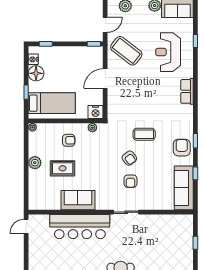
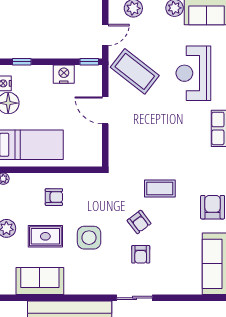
door: (105, 79) -> (105, 110), hinge flipped
nightstand: (96, 112) -> (64, 74), moved, turned 180
plant: (92, 128) -> (87, 179), removed
side table: (94, 169) -> (89, 238), added
sofa: (78, 200) -> (40, 281), moved

